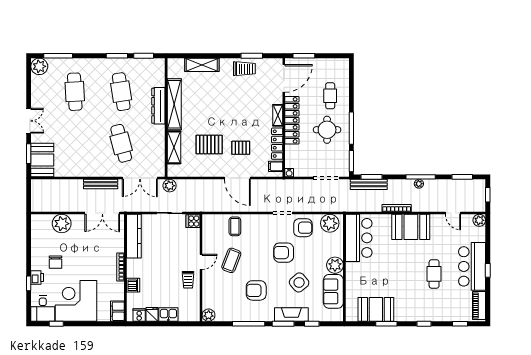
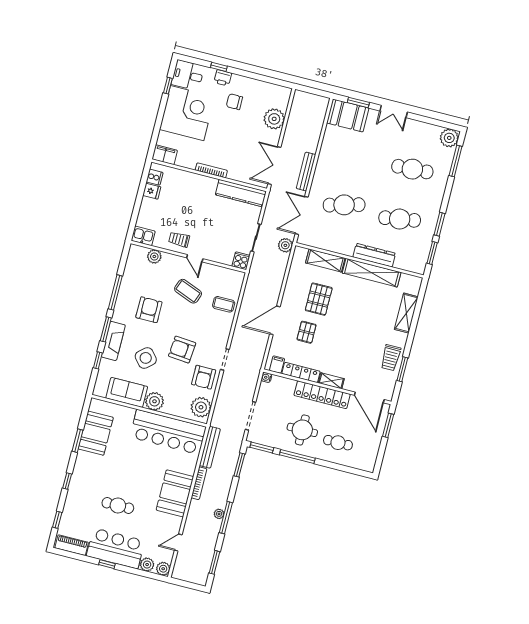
bench: (369, 184) -> (210, 447), moved
window: (488, 195) -> (188, 585), removed
plant: (479, 235) -> (147, 565), added
bar counter: (359, 238) -> (168, 432), width x1.36
armchair: (284, 253) -> (182, 350), turned -85
dishwasher: (133, 285) -> (188, 179), removed
kitchen sink: (168, 314) -> (143, 236), moved, turned -90
plant: (209, 315) -> (154, 256), moved

